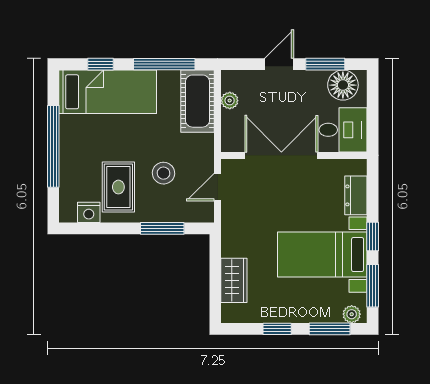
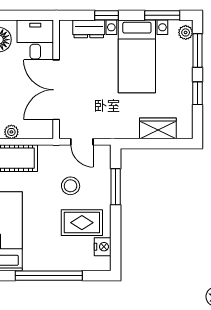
window: (373, 236) -> (106, 15), moved

